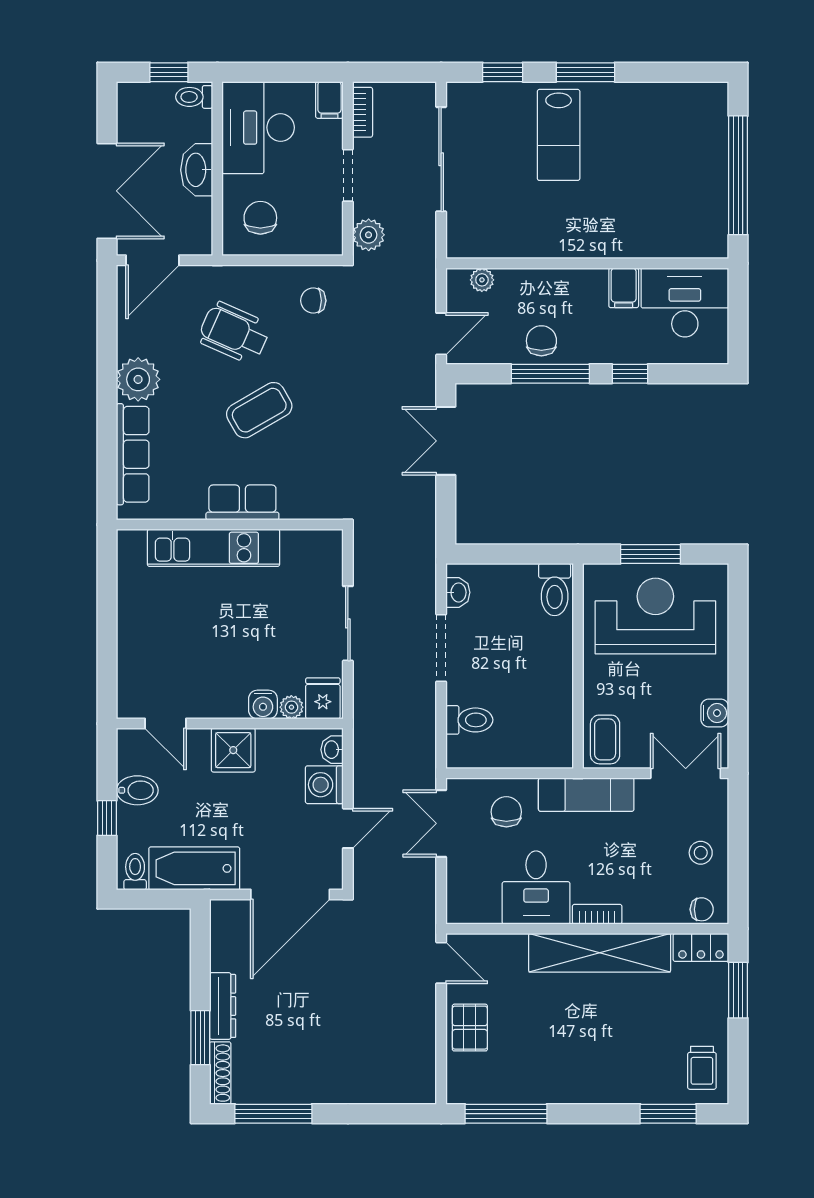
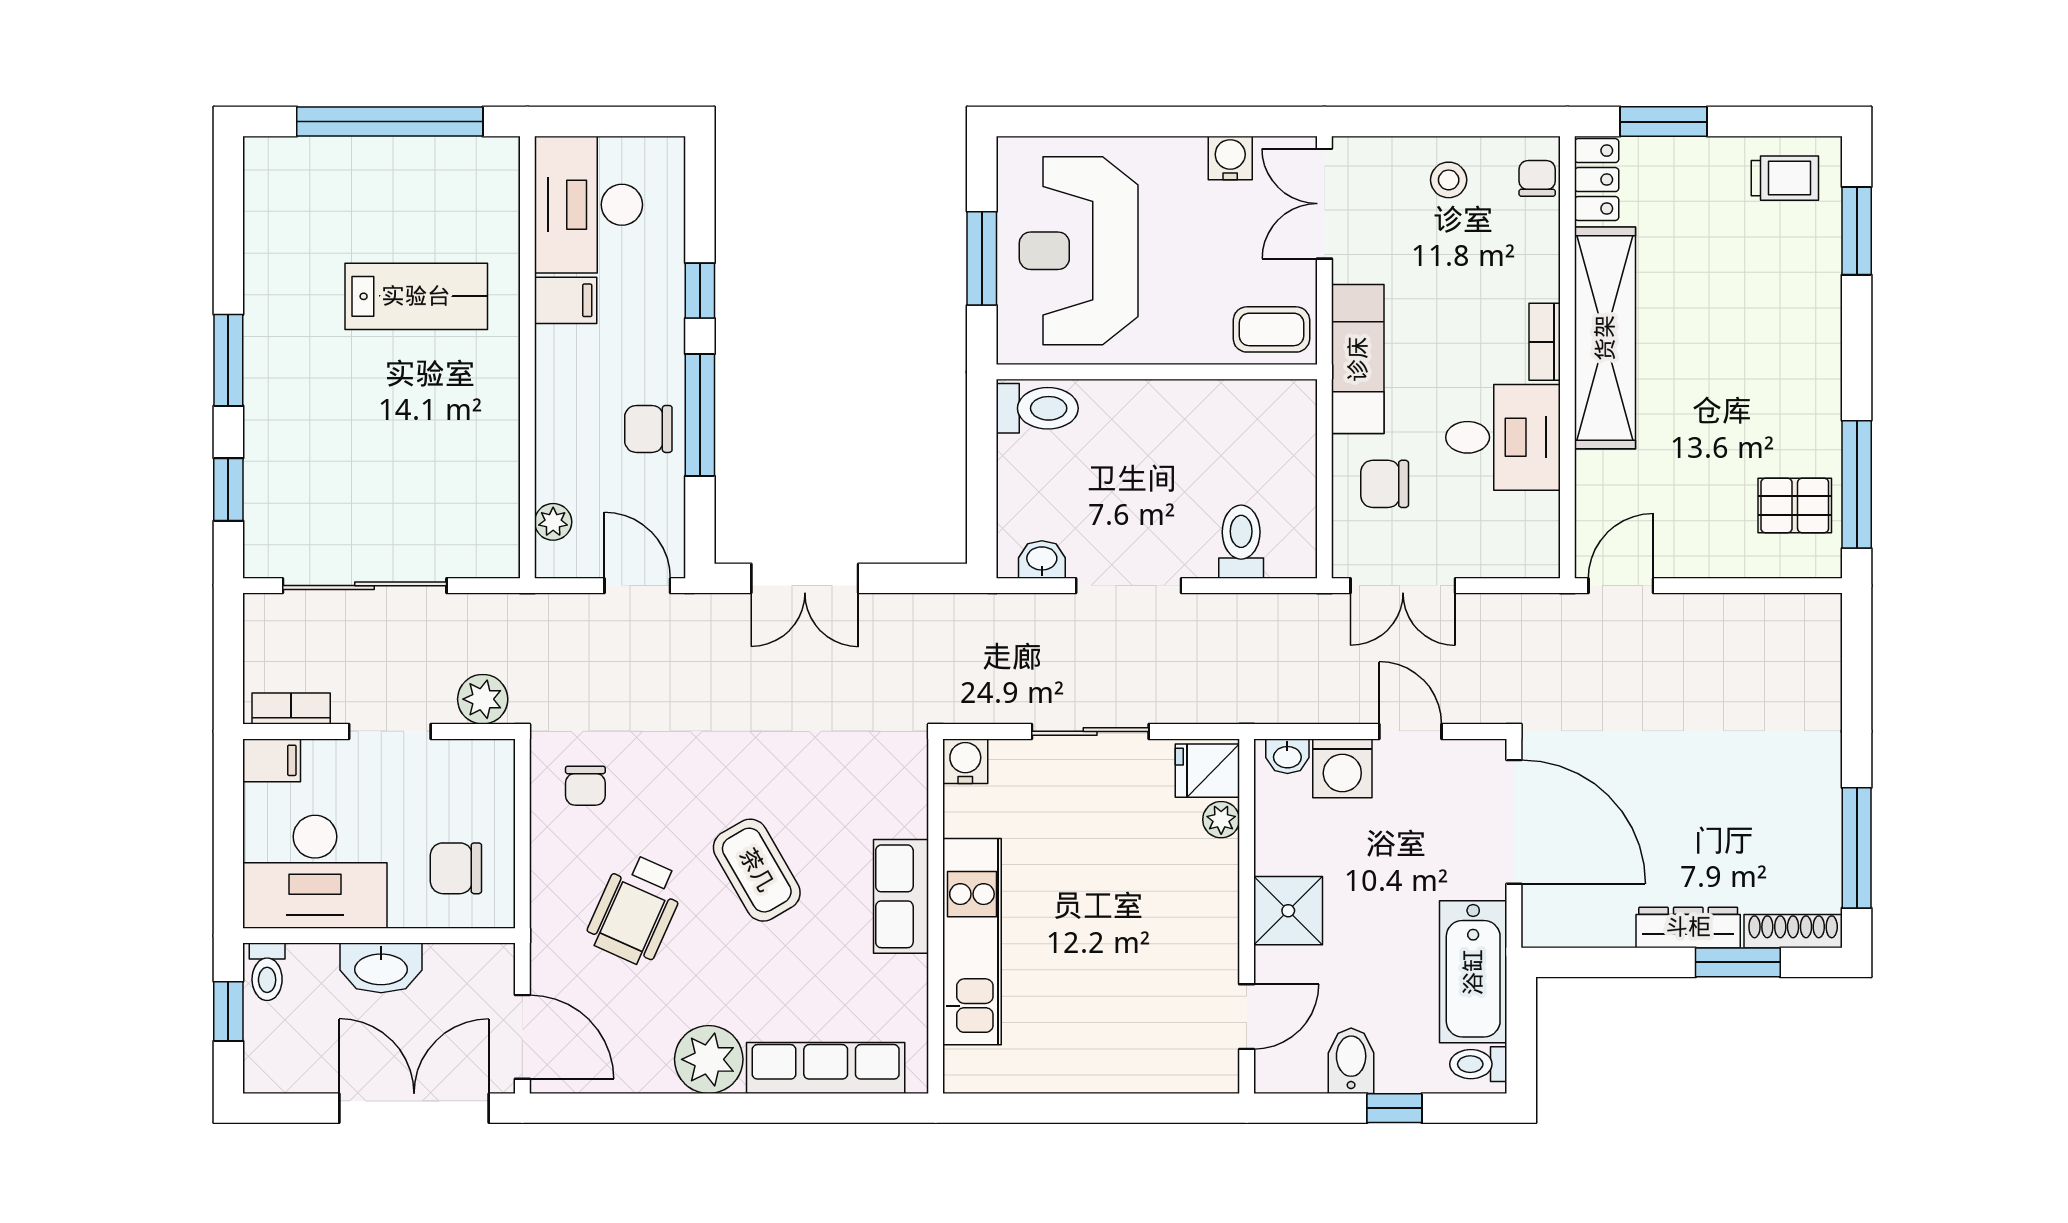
lab bench: (559, 135) -> (416, 296), moved
water cooler: (263, 705) -> (965, 761), moved, turned -90
pallet: (470, 1028) -> (1795, 505), moved

